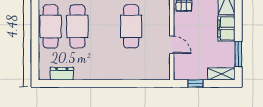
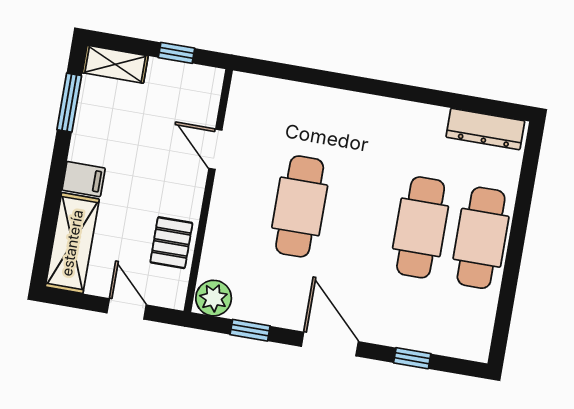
filing cabinet: (226, 28) -> (84, 179), width x0.50
dresser: (62, 74) -> (485, 129), width x1.44

